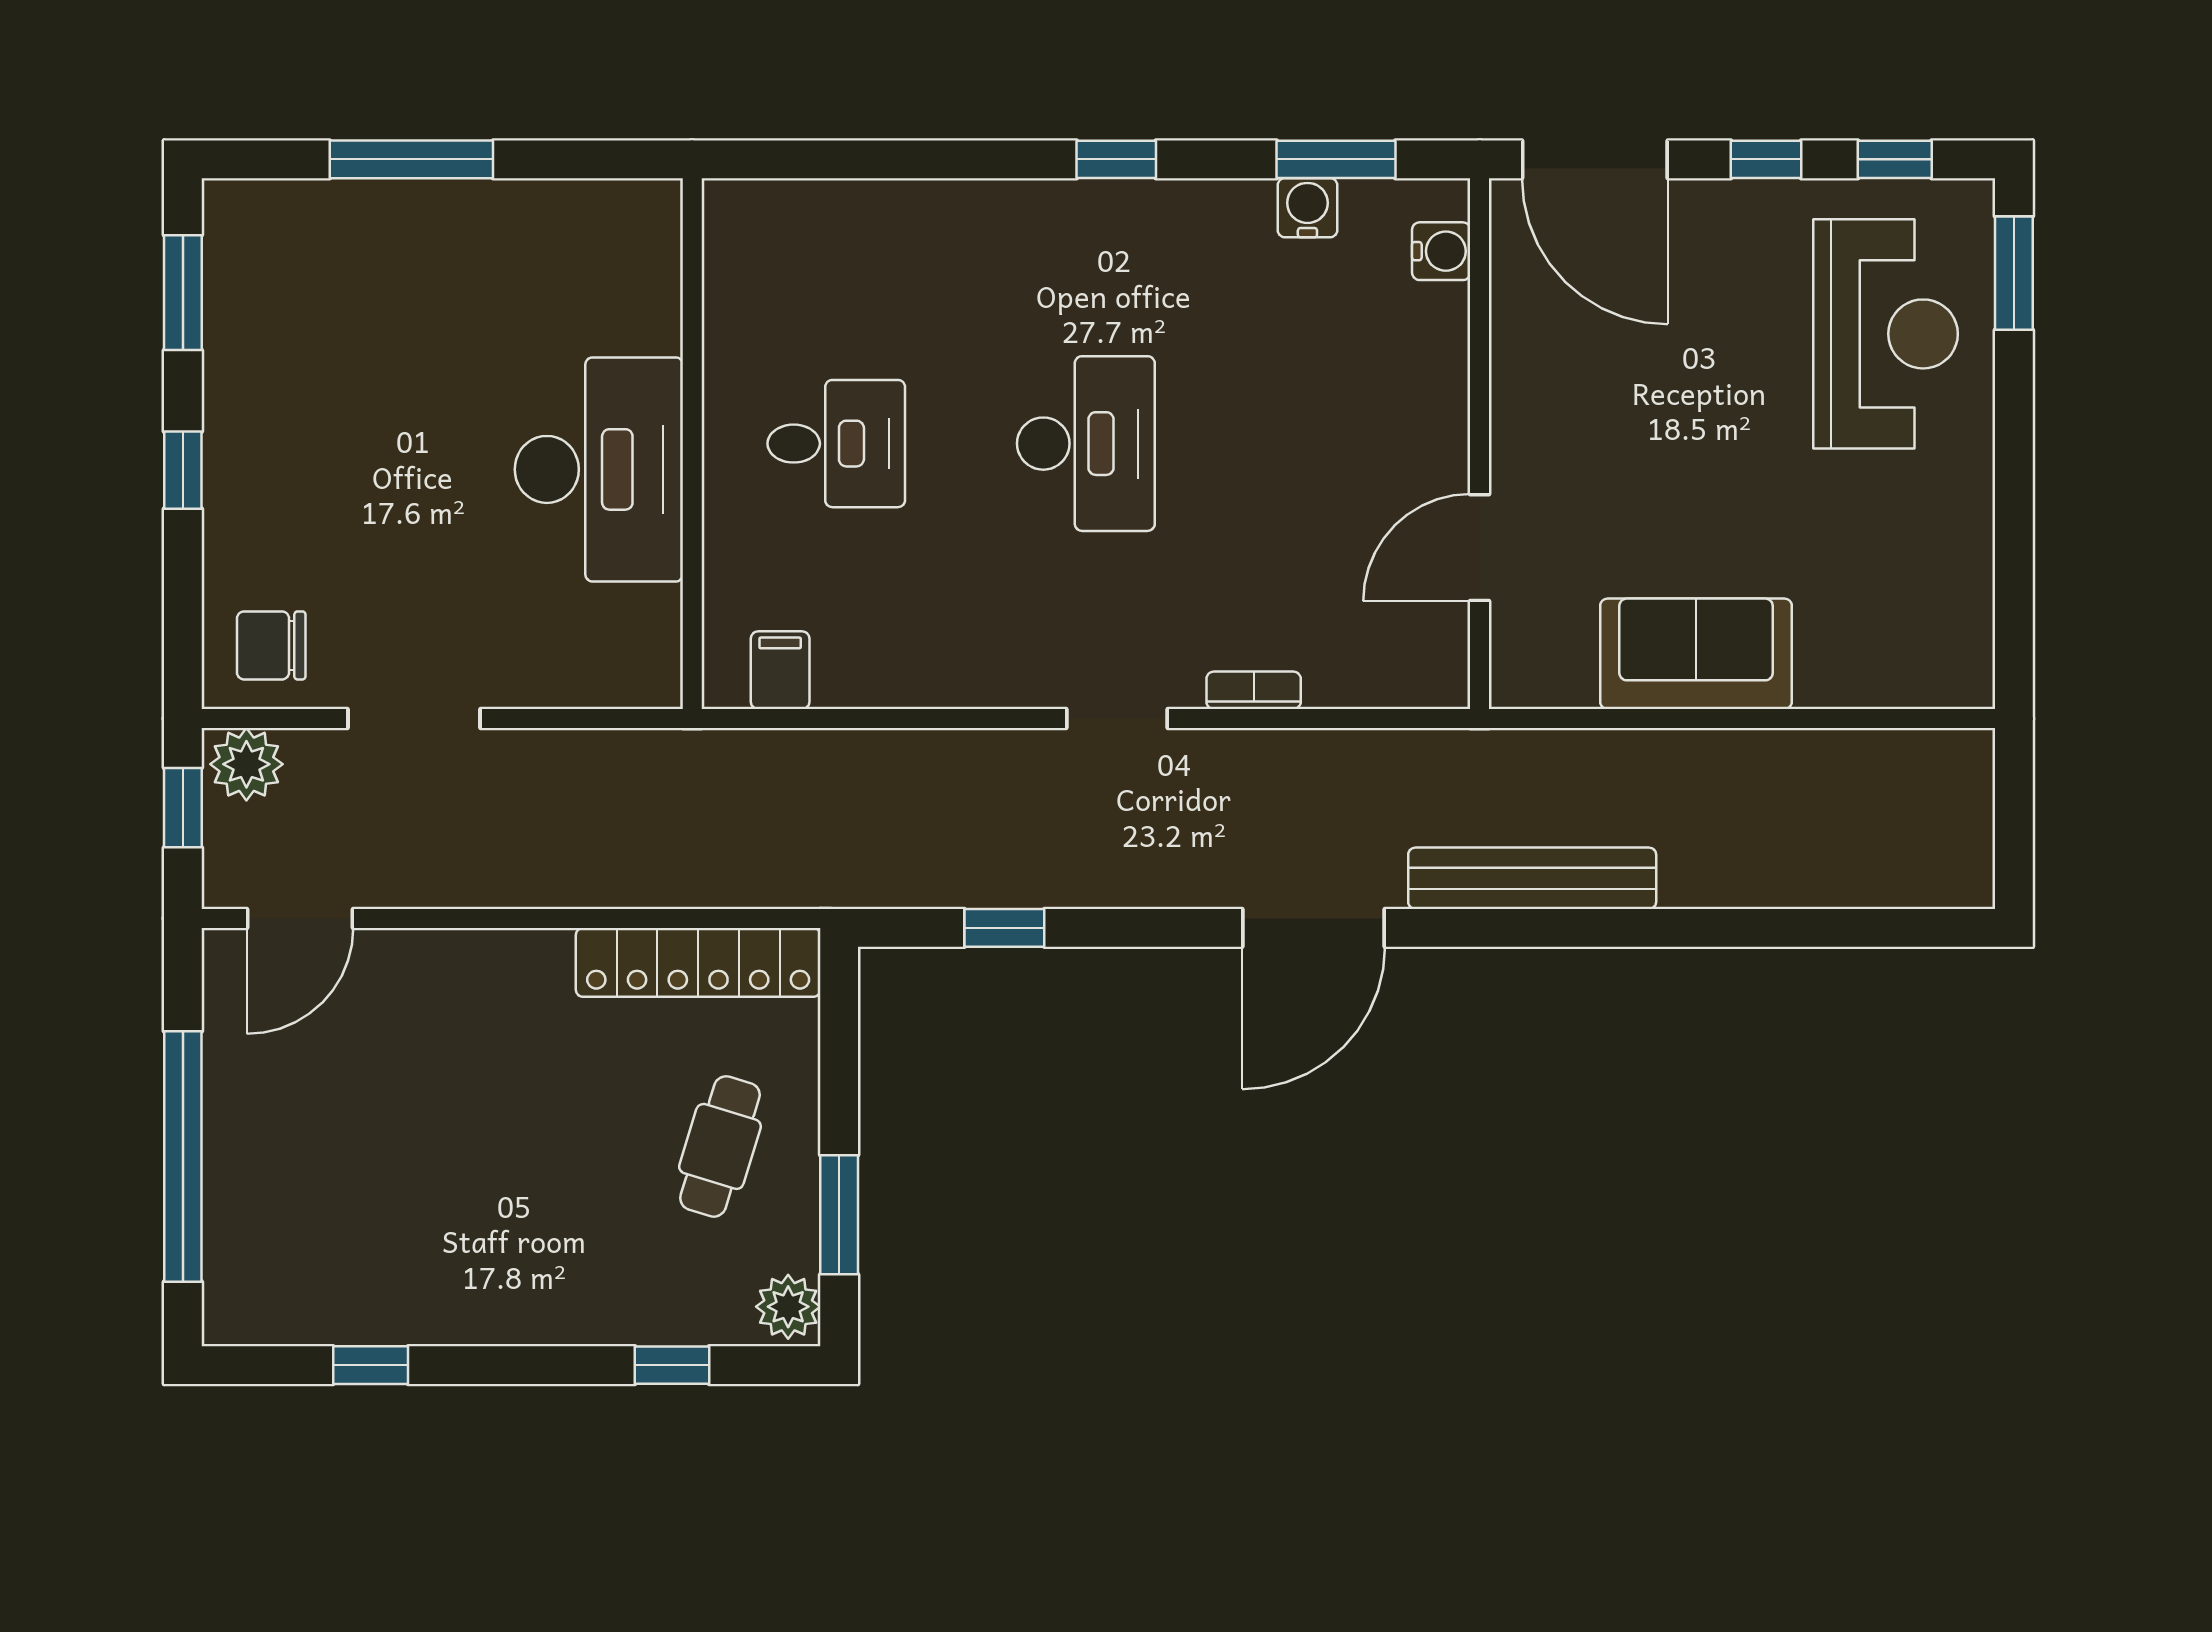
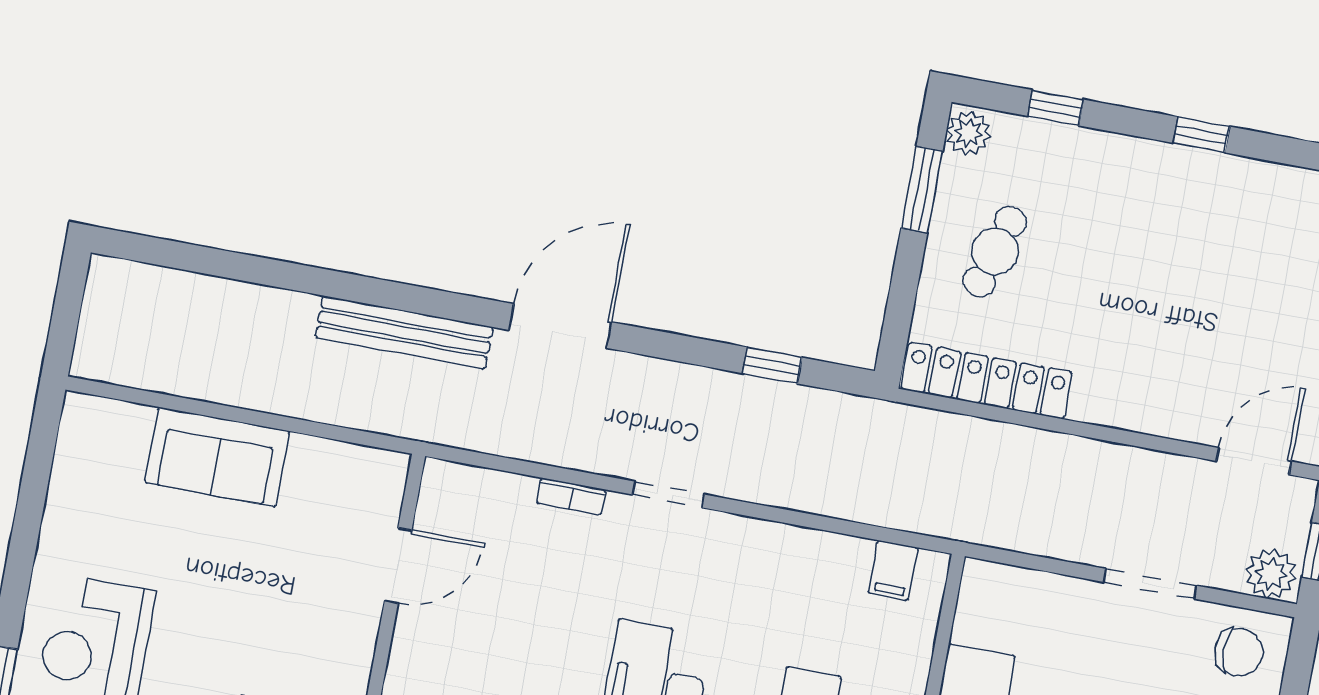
sofa: (1696, 654) -> (217, 457), moved
window: (371, 1365) -> (1201, 135), moved

